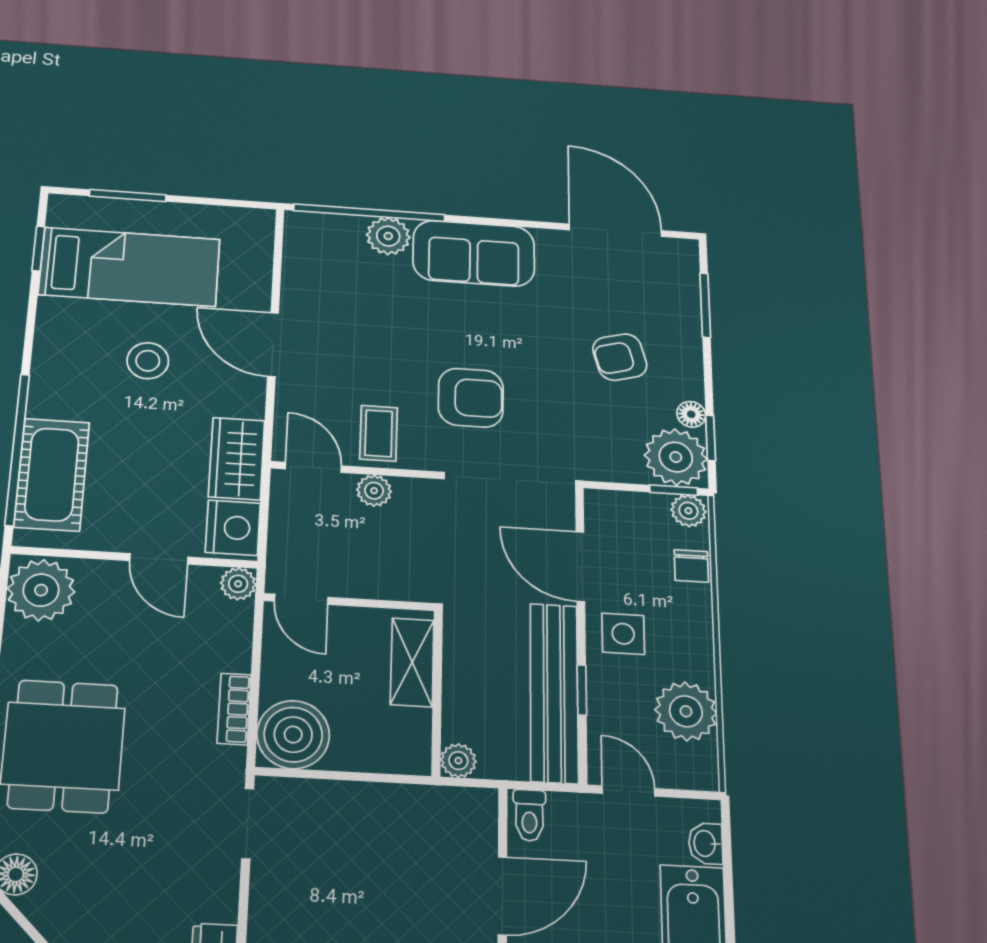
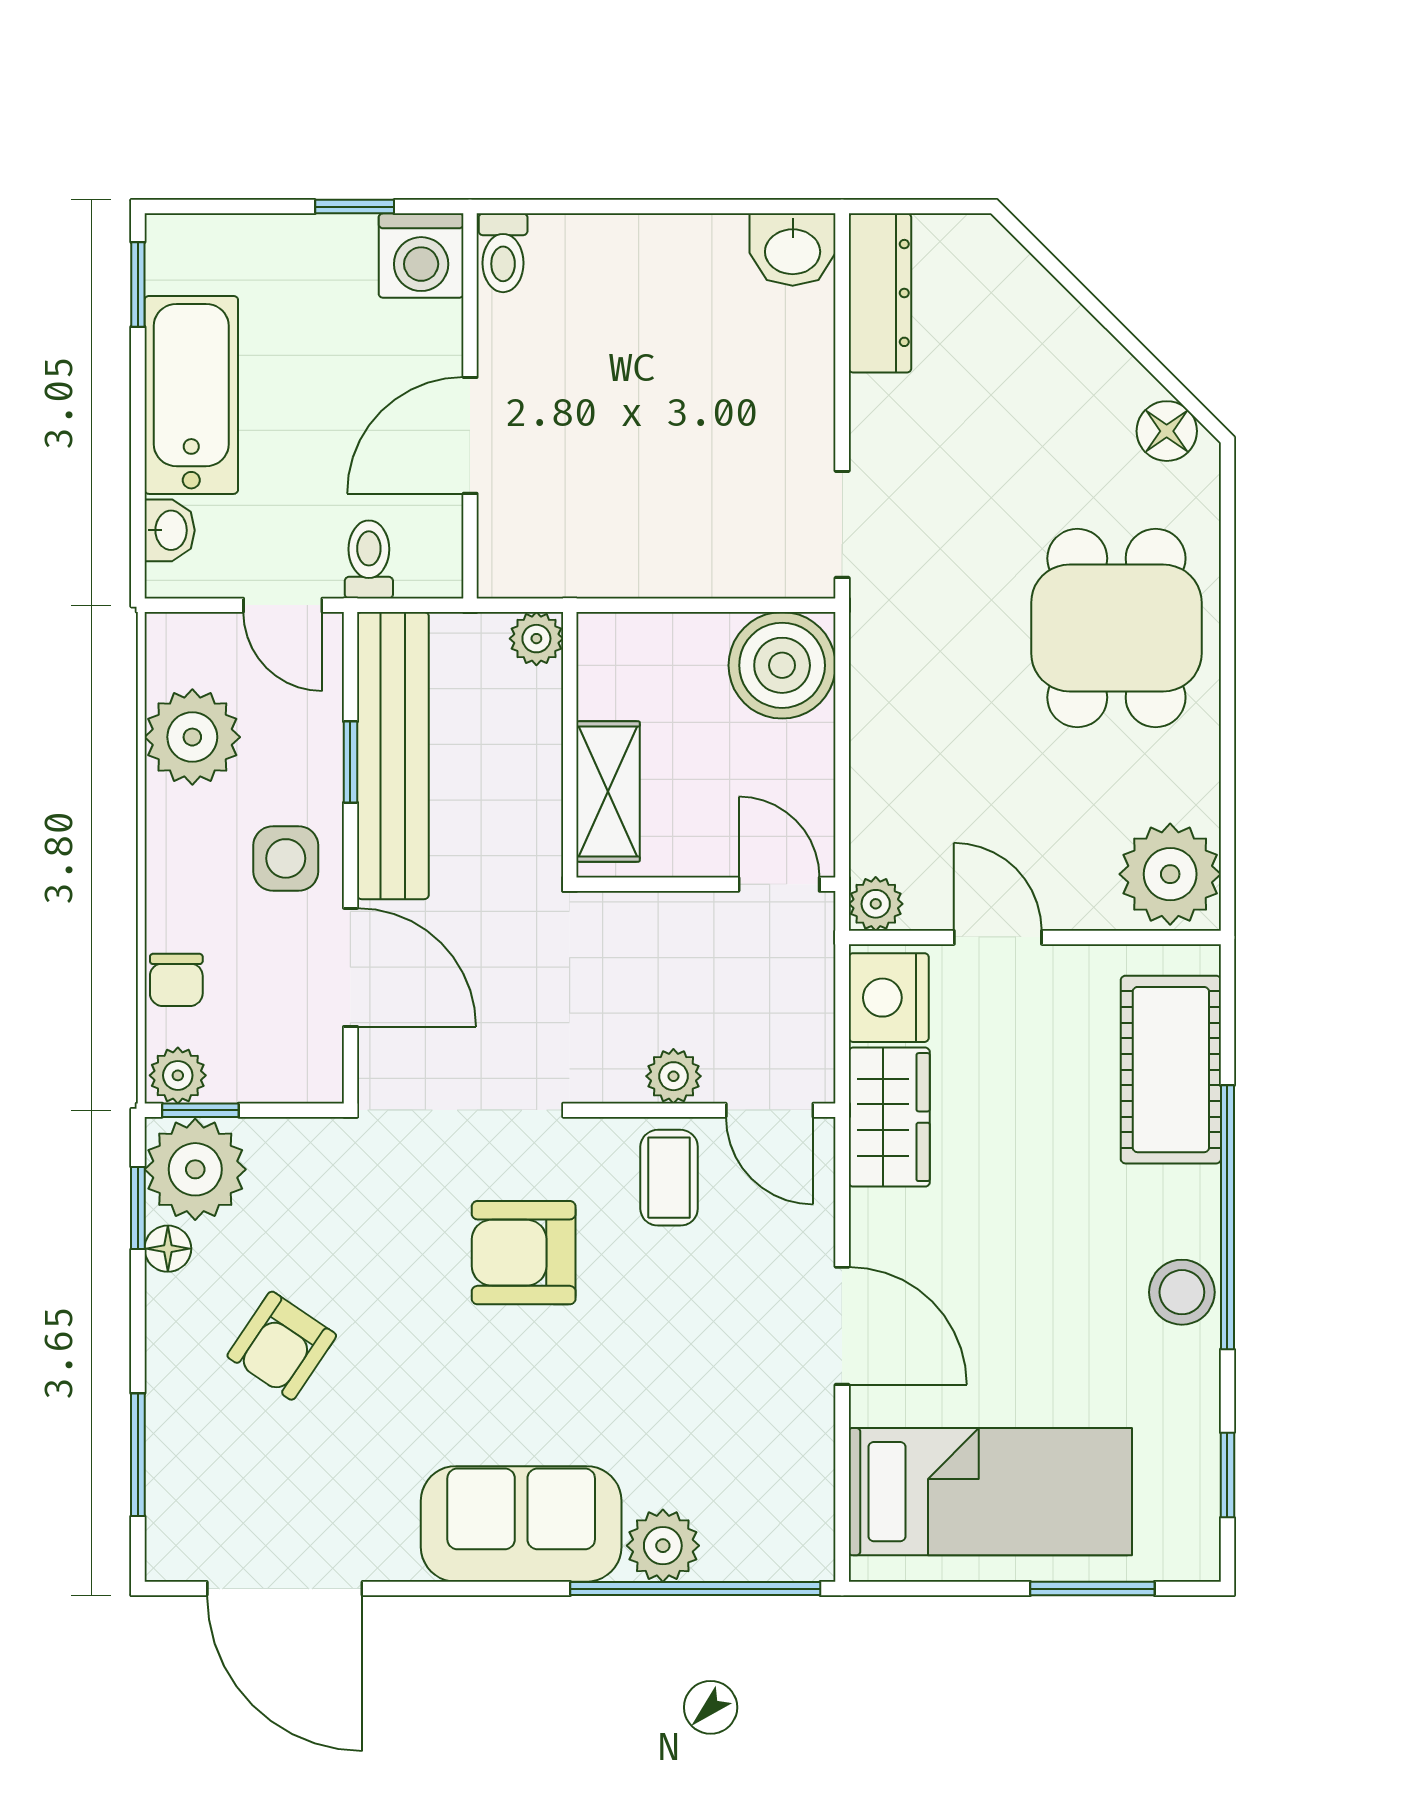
bed: (130, 267) -> (990, 1492), moved, turned 180
armchair: (620, 357) -> (282, 1346), turned 139
stool: (148, 361) -> (1182, 1292), moved
window: (17, 449) -> (1227, 1217), moved
chair: (691, 566) -> (176, 980), turned 180
bookcase: (234, 709) -> (871, 701), removed
toilet: (529, 815) -> (369, 559), moved

